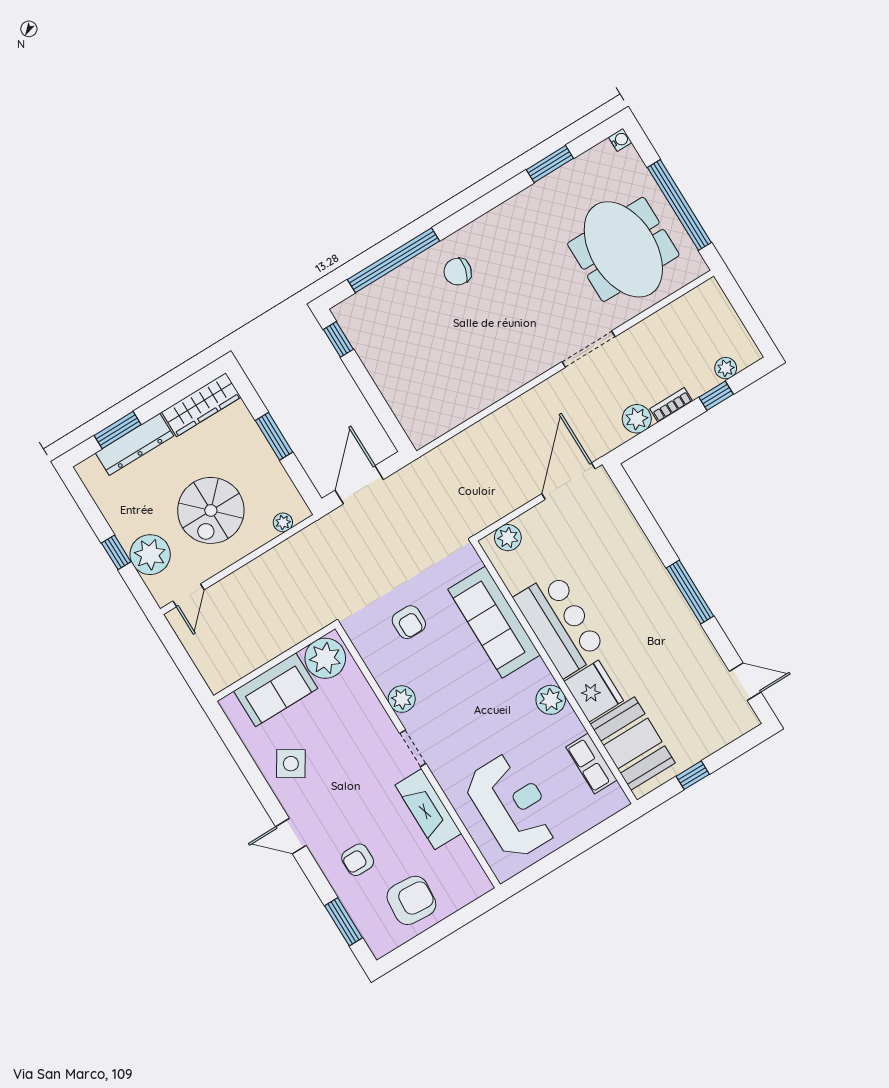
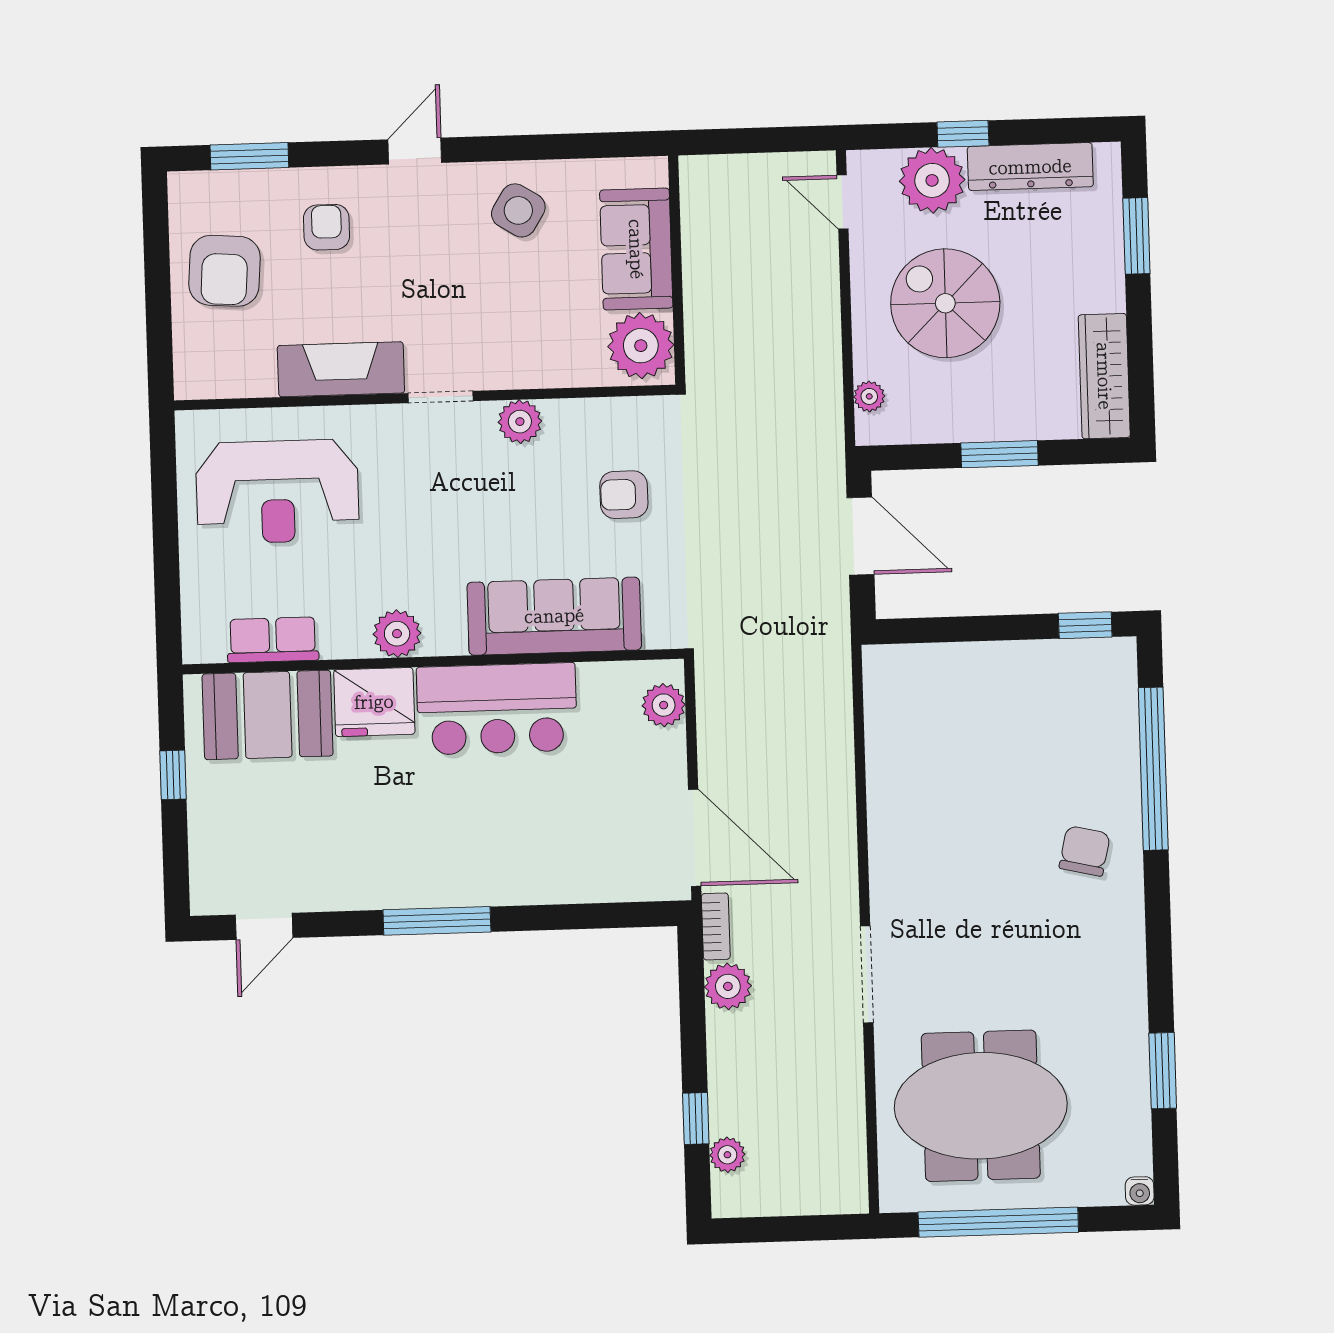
bookcase: (671, 405) -> (716, 926), moved
dresser: (135, 444) -> (1030, 167), moved, turned -90

